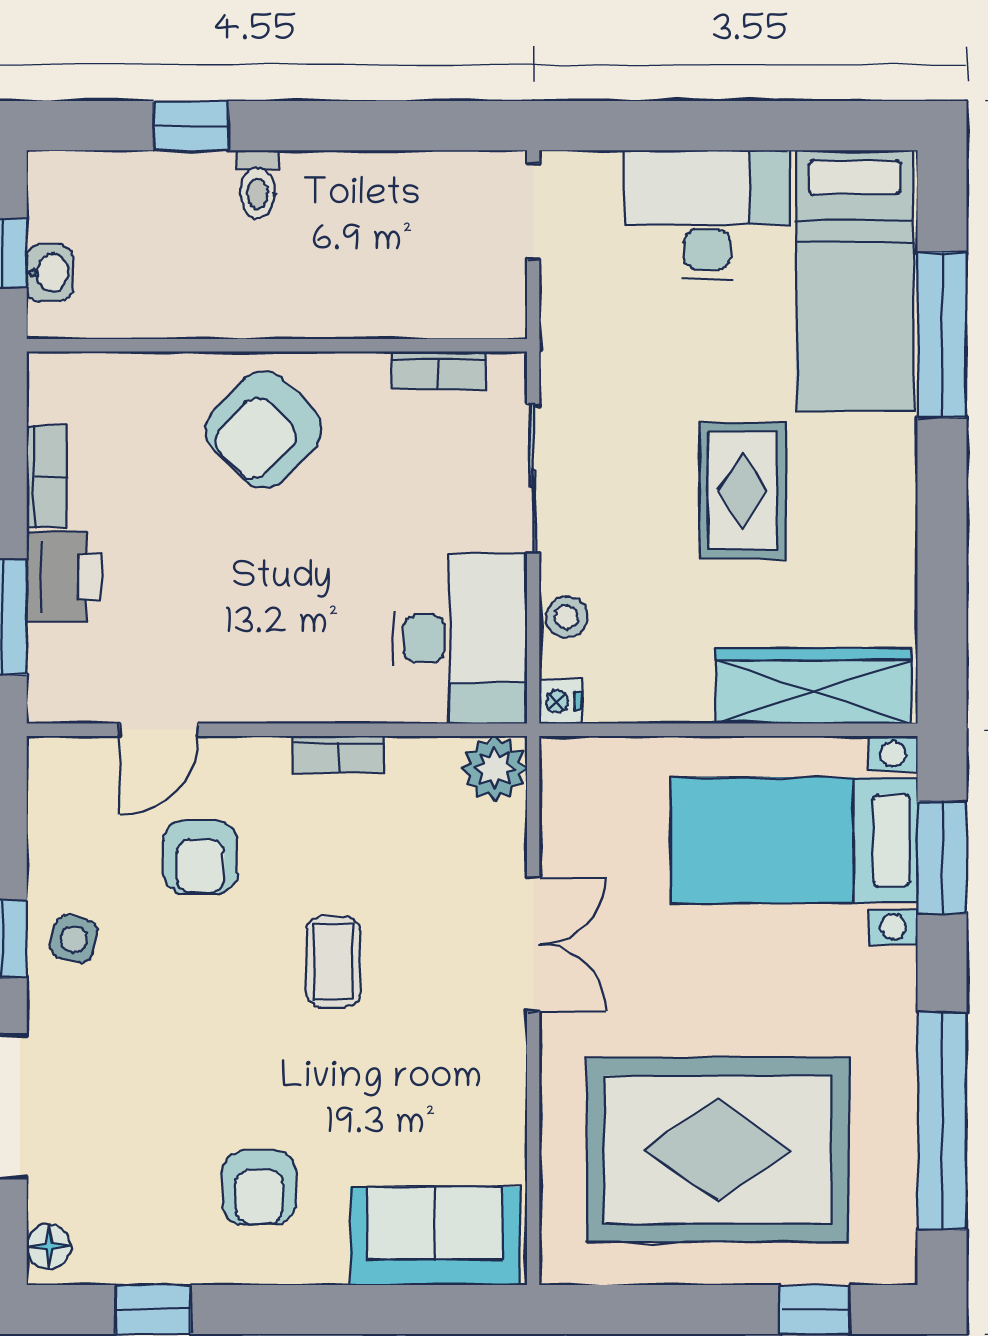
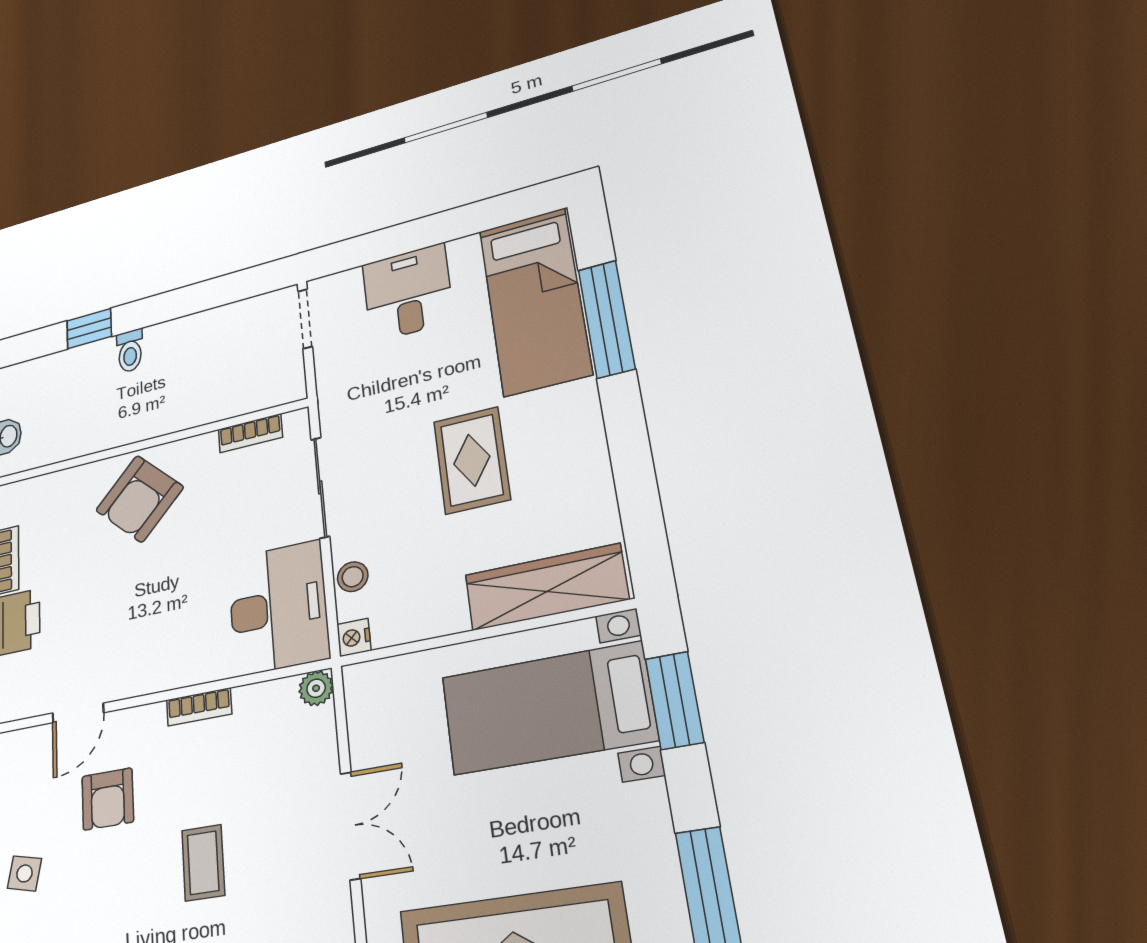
desk: (707, 215) -> (408, 293), width x0.73
plant: (495, 768) -> (316, 688), width x0.73, depth x0.73

